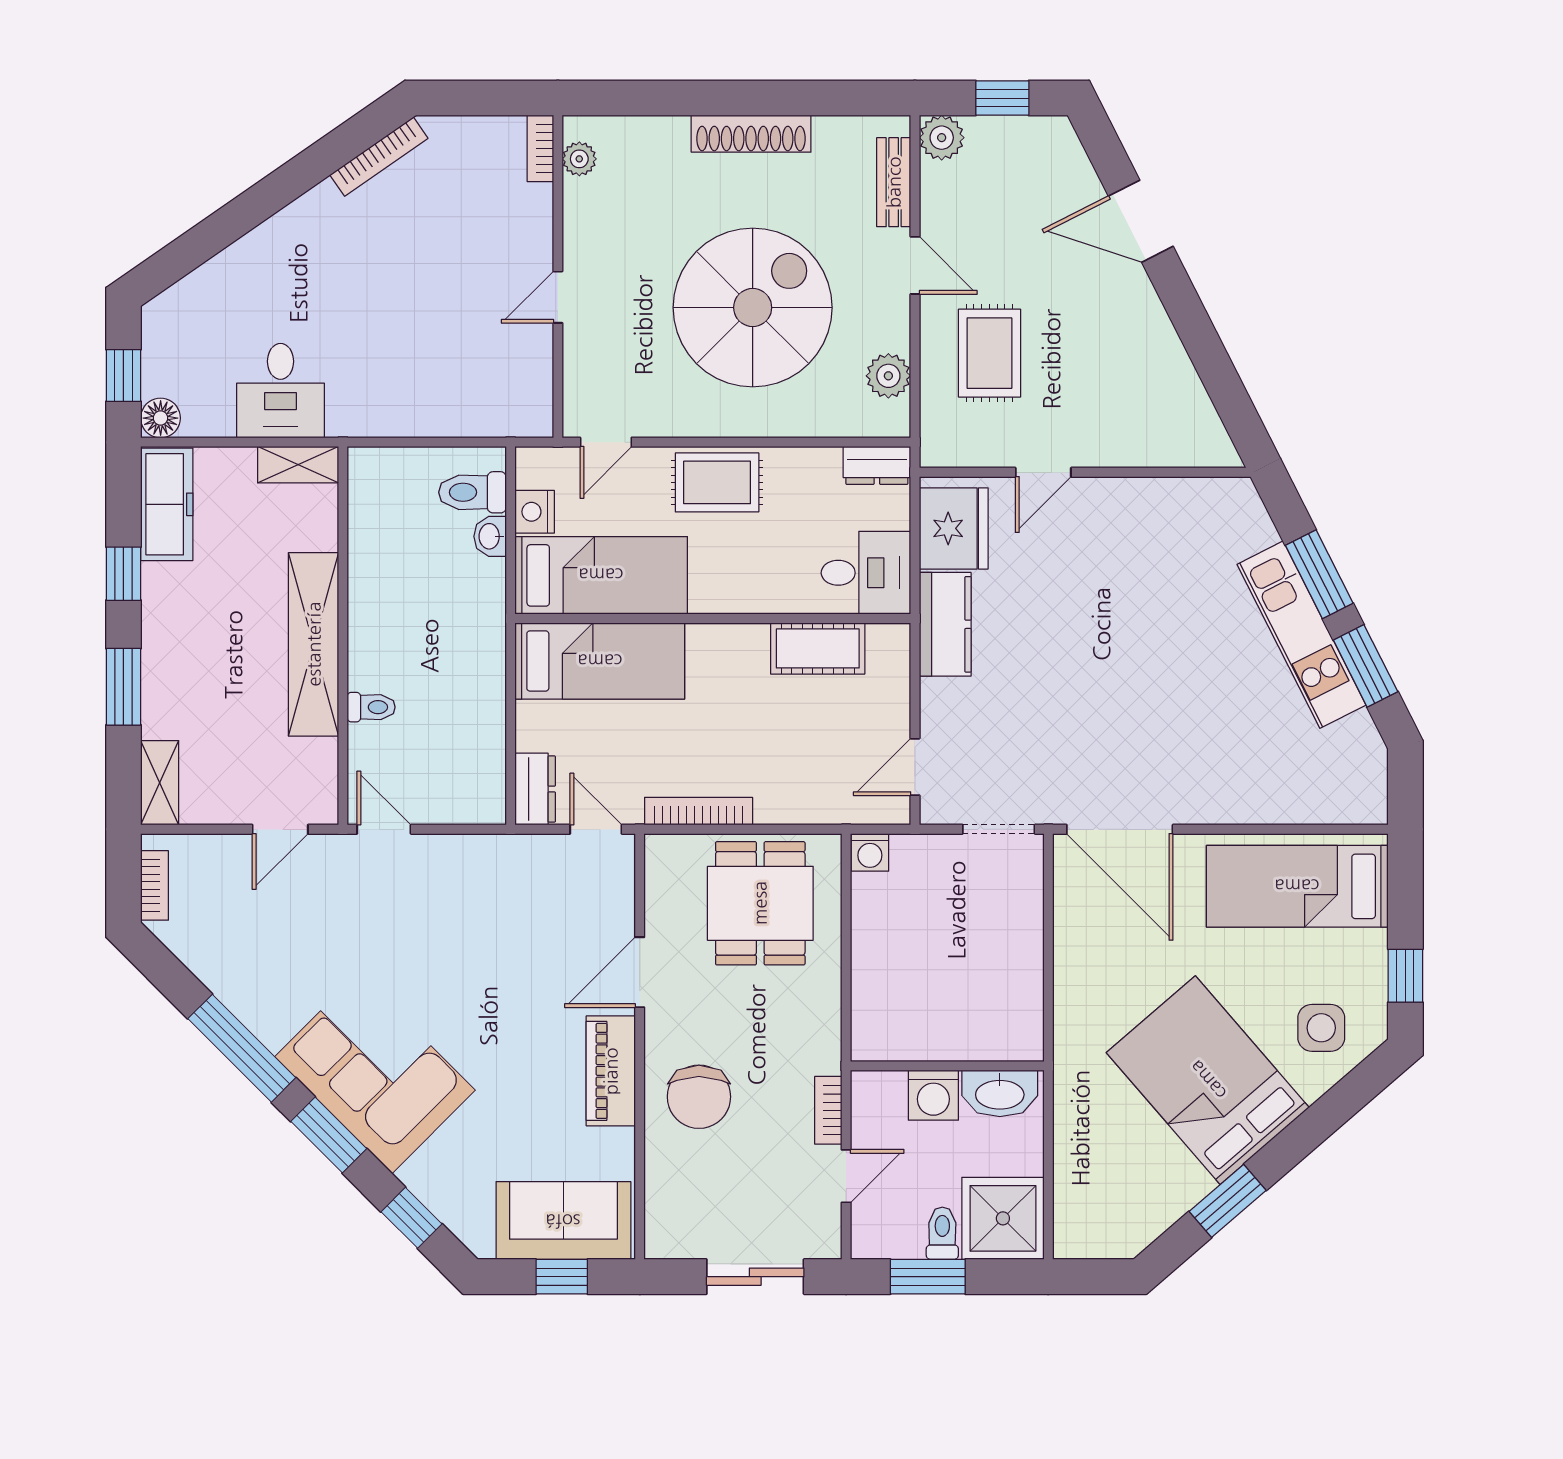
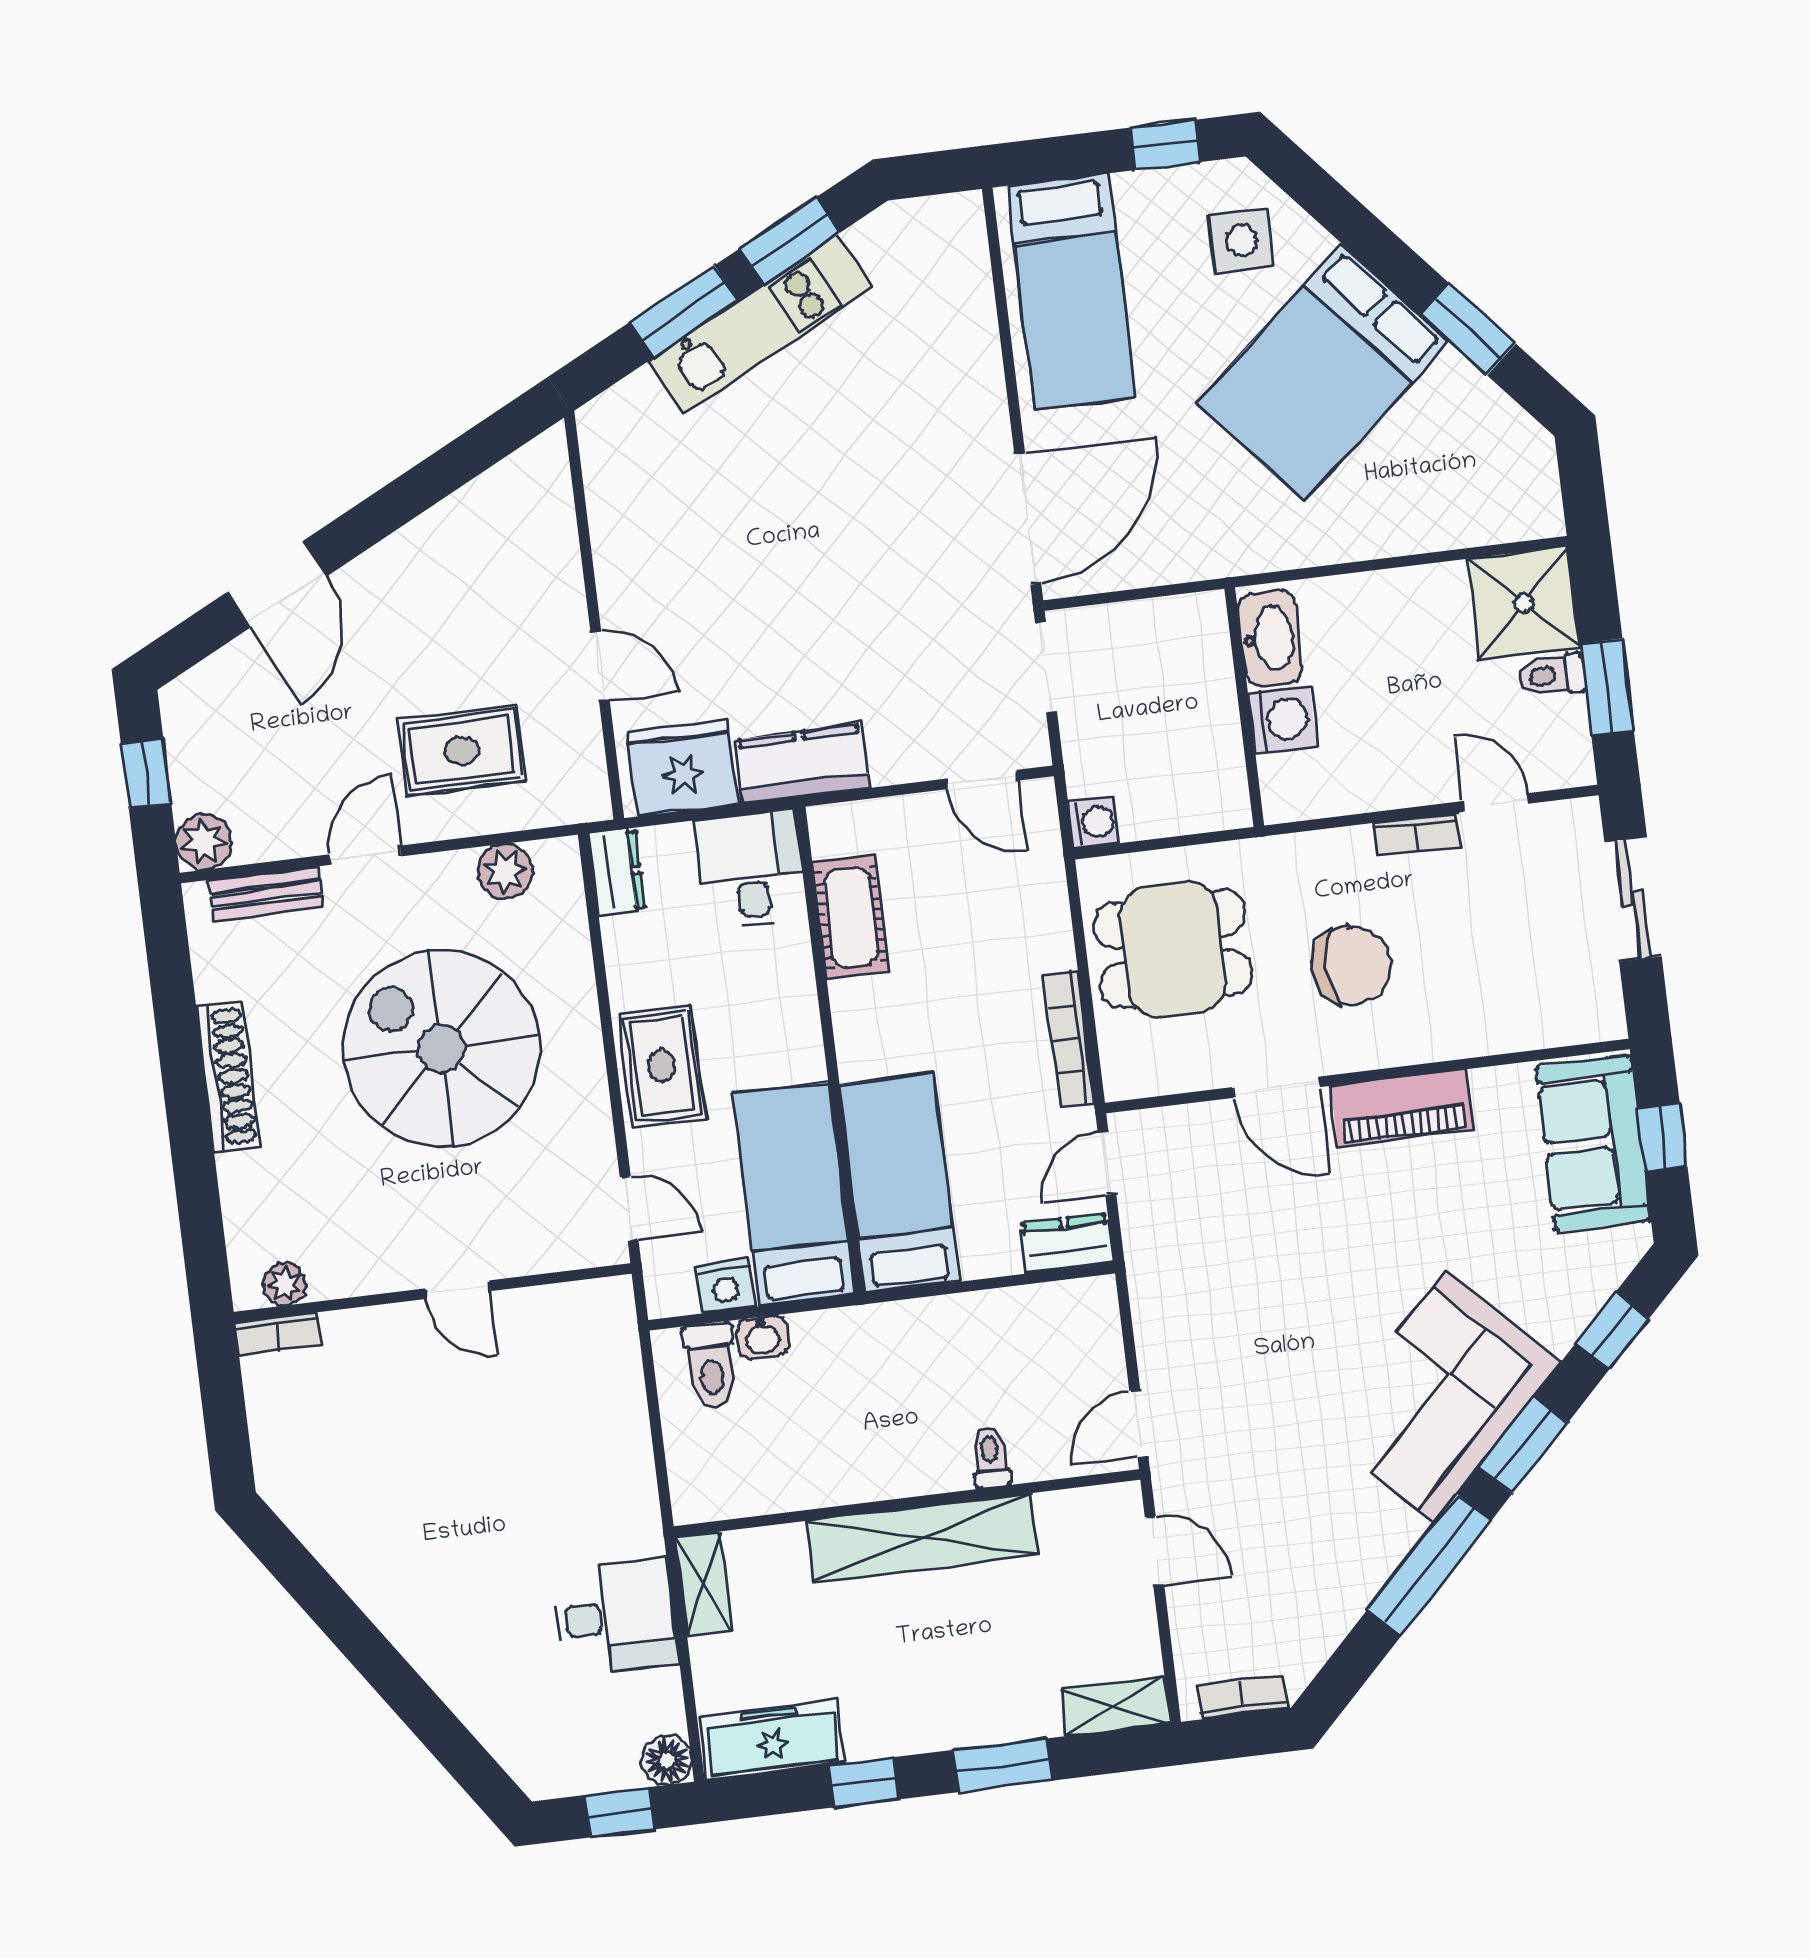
bookcase: (379, 157) -> (312, 1531), removed
wall: (947, 1066) -> (1244, 707), moved
washbasin: (1000, 1093) -> (1270, 638), moved
washing machine: (933, 1095) -> (1282, 720), moved
chair: (699, 1097) -> (1351, 965), moved

